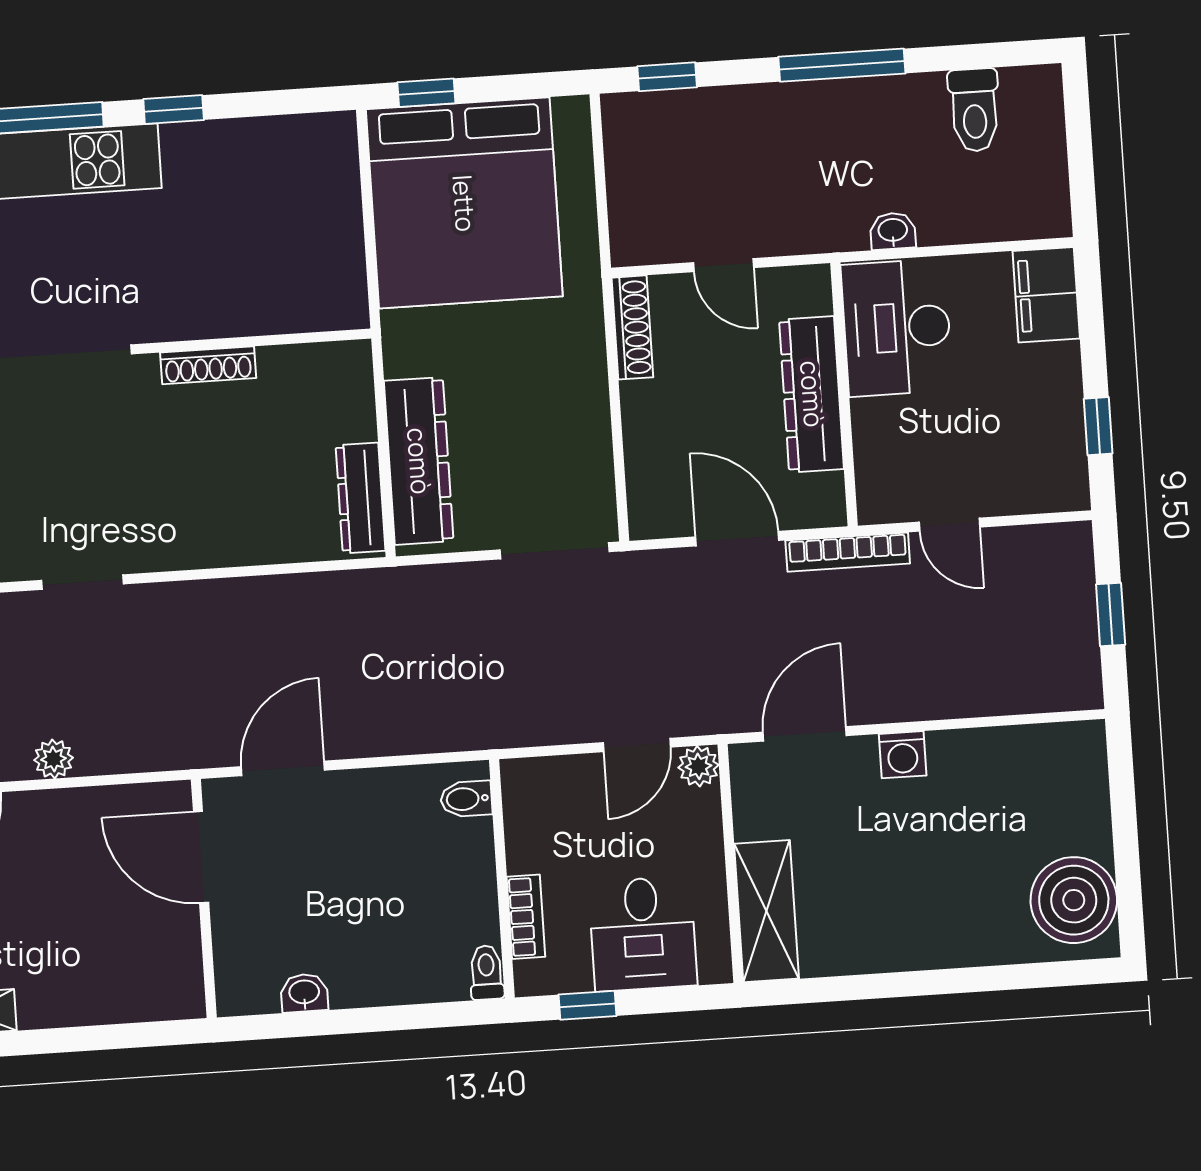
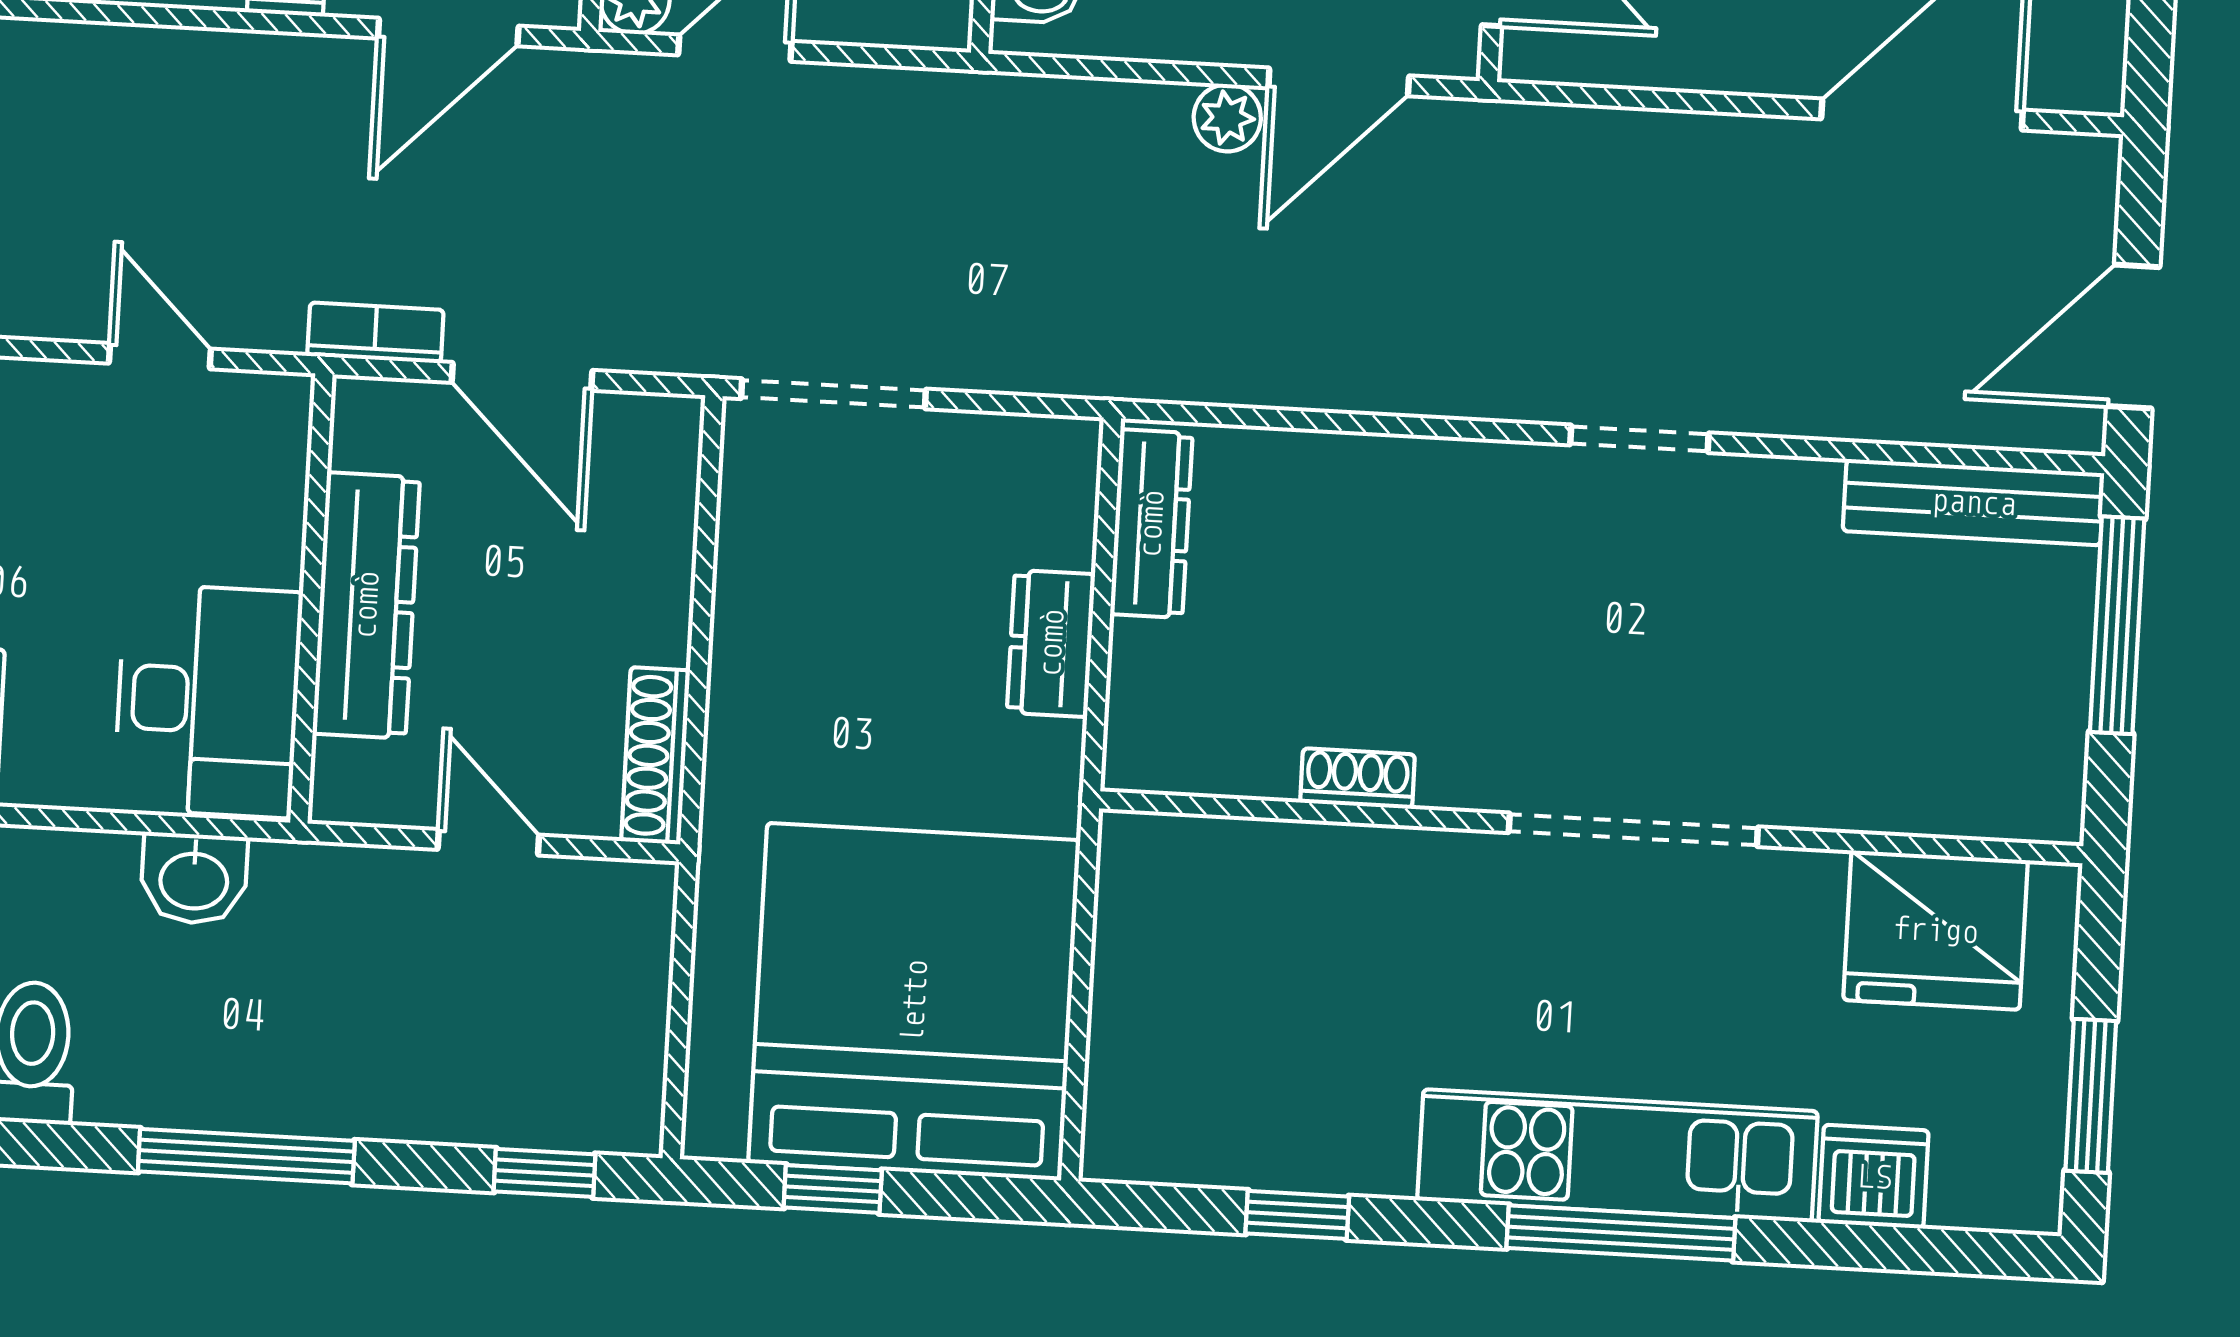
window: (426, 93) -> (833, 1189), moved
window: (174, 110) -> (1297, 1215), moved
washbasin: (893, 231) -> (194, 878), width x1.38, depth x1.45
shoe rack: (208, 365) -> (1357, 779), width x0.70
dresser: (419, 461) -> (1051, 643), width x0.51, depth x0.80
bookcase: (848, 552) -> (375, 333), width x0.64
plant: (53, 759) -> (1227, 118), moved

